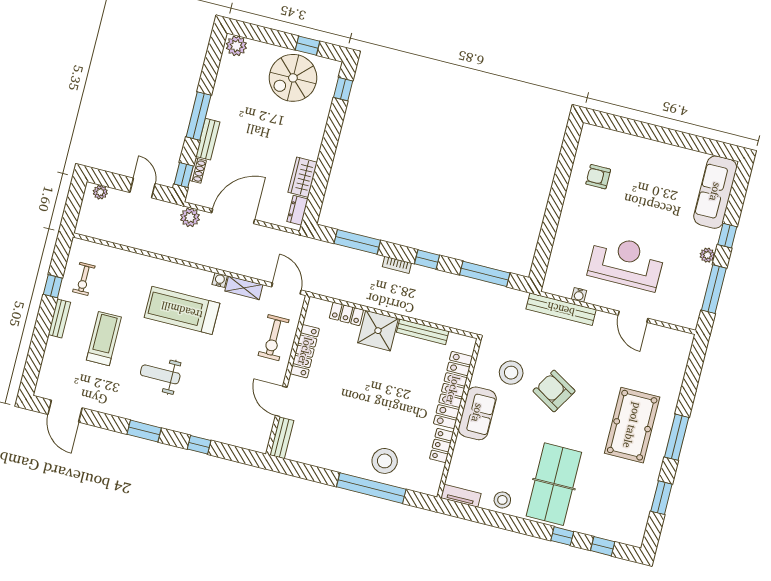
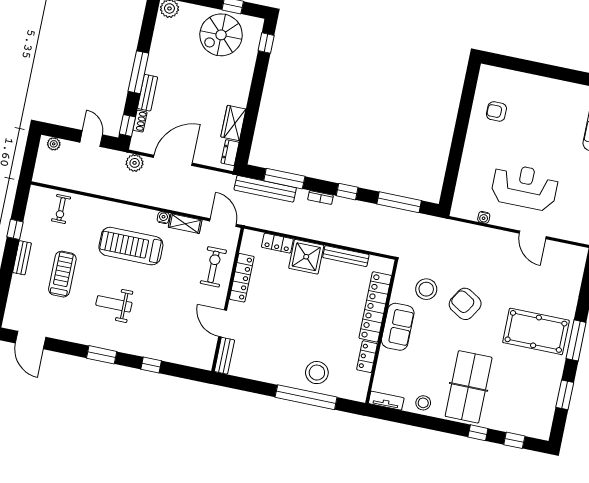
exercise bike: (84, 279) -> (61, 209), moved
bench: (561, 309) -> (265, 189), moved
exercise bike: (274, 338) -> (213, 267), turned 180
pool table: (632, 425) -> (536, 331), turned 90

